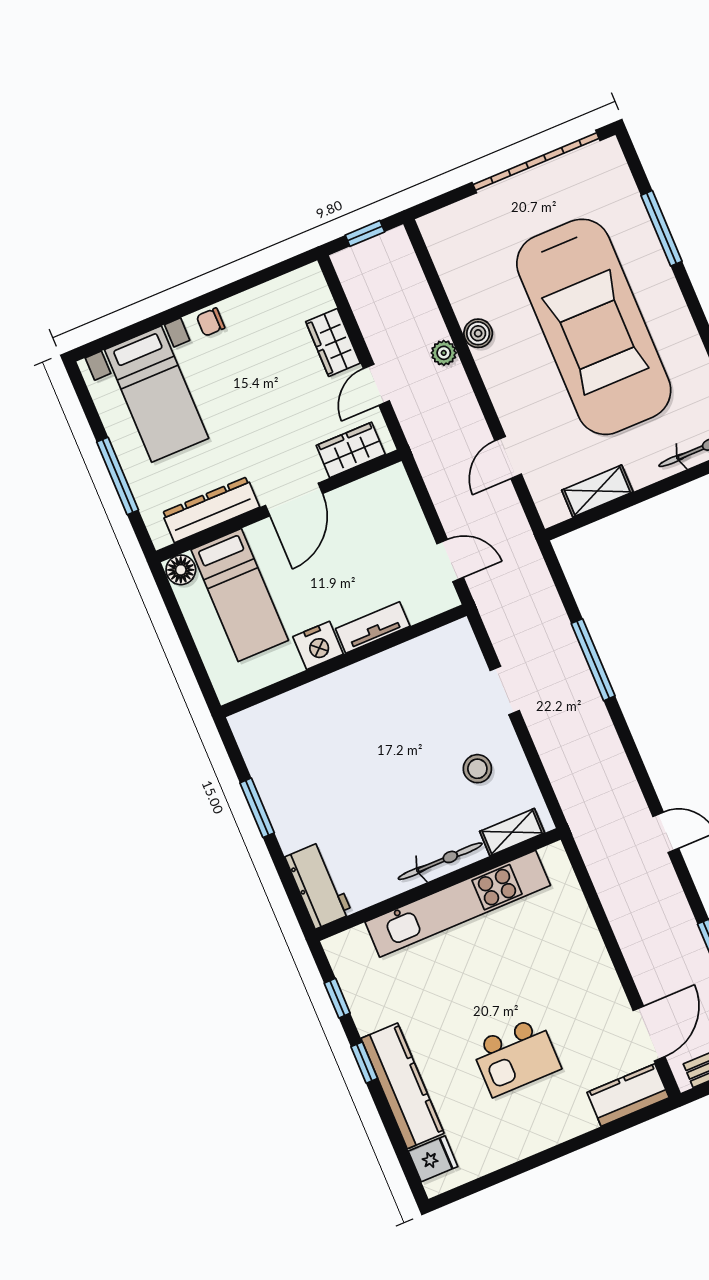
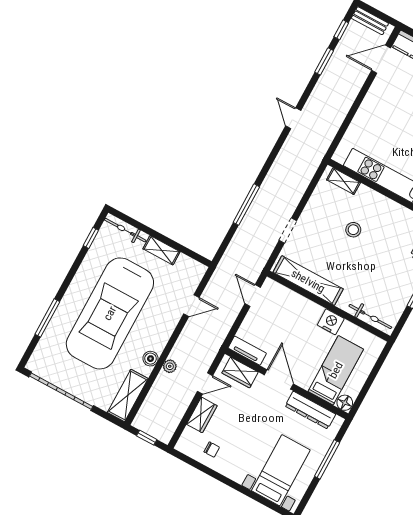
shelving: (450, 255) -> (128, 395), added
chair: (211, 322) -> (212, 450), moved
car: (594, 327) -> (110, 313), turned 180
shelving: (597, 491) -> (161, 250), moved
door: (294, 499) -> (279, 379), hinge flipped
tv unit: (373, 627) -> (247, 351), moved, turned 180
shelving: (406, 661) -> (308, 281), added
stool: (477, 769) -> (353, 230), moved
bicycle: (440, 861) -> (370, 317), moved, turned 180

